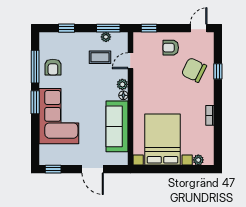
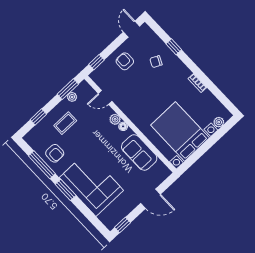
armchair: (171, 48) -> (125, 61), turned 90
coffee table: (100, 57) -> (65, 123), moved
door: (130, 61) -> (105, 97), hinge flipped
chair: (194, 70) -> (156, 62), width x0.54, depth x0.54
sofa: (117, 126) -> (139, 153), width x0.73

